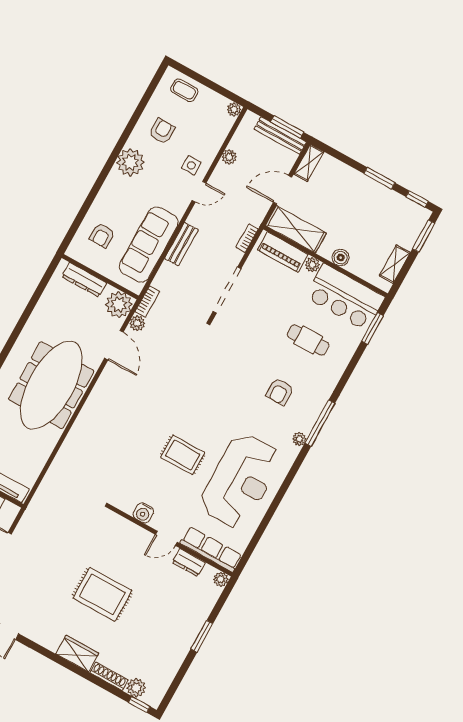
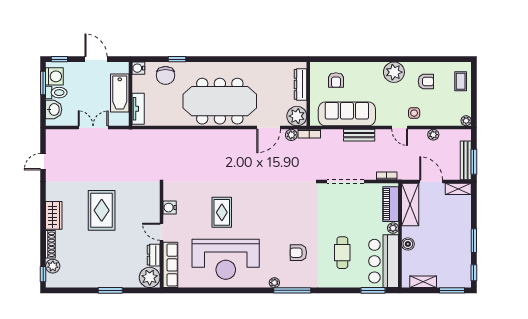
armchair: (102, 235) -> (336, 80), turned -90
plant: (221, 579) -> (150, 277), width x1.88, depth x1.88

